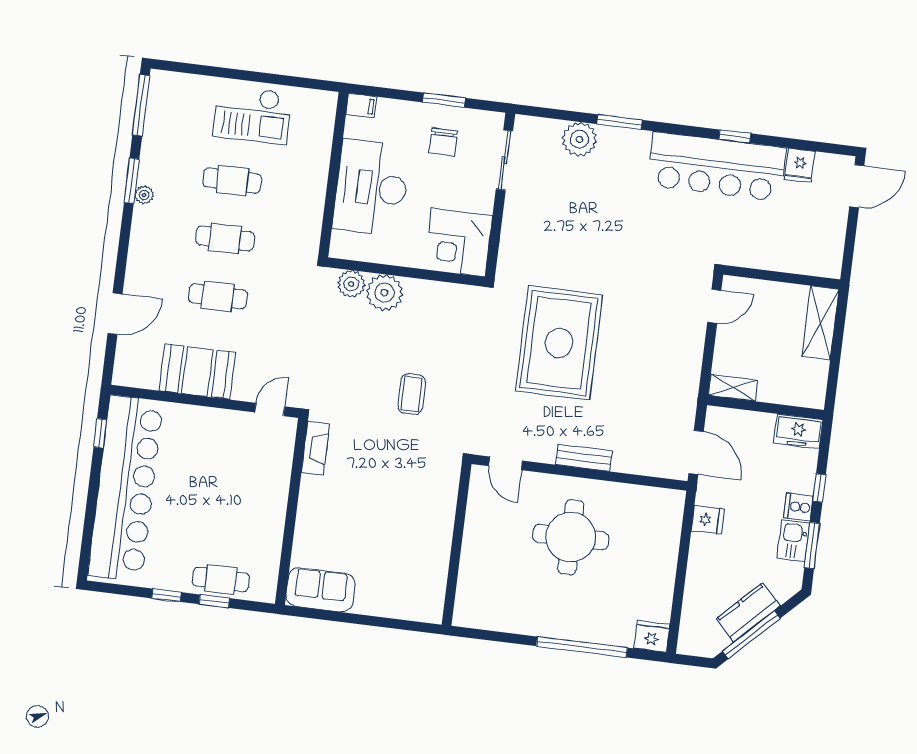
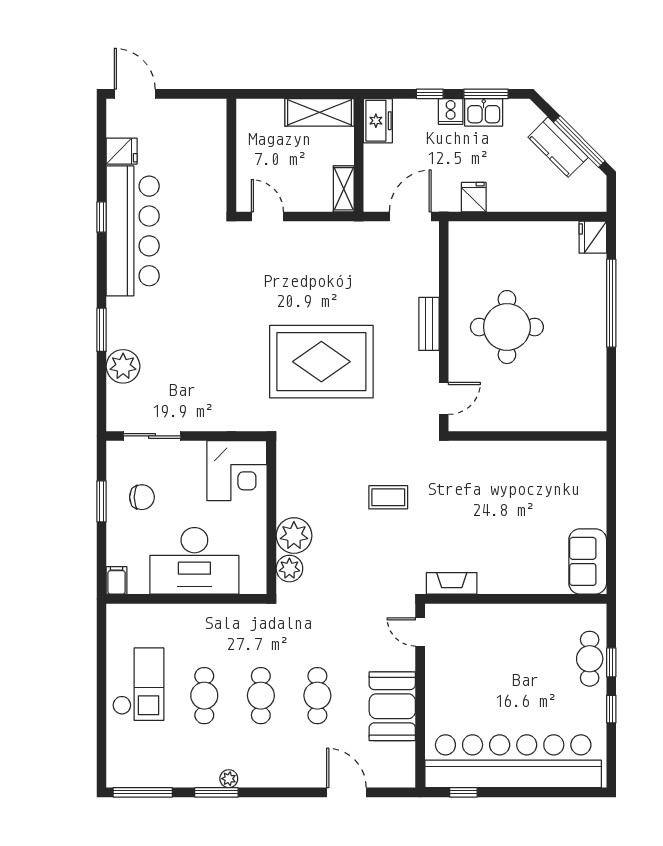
shelving: (820, 323) -> (319, 112), moved

